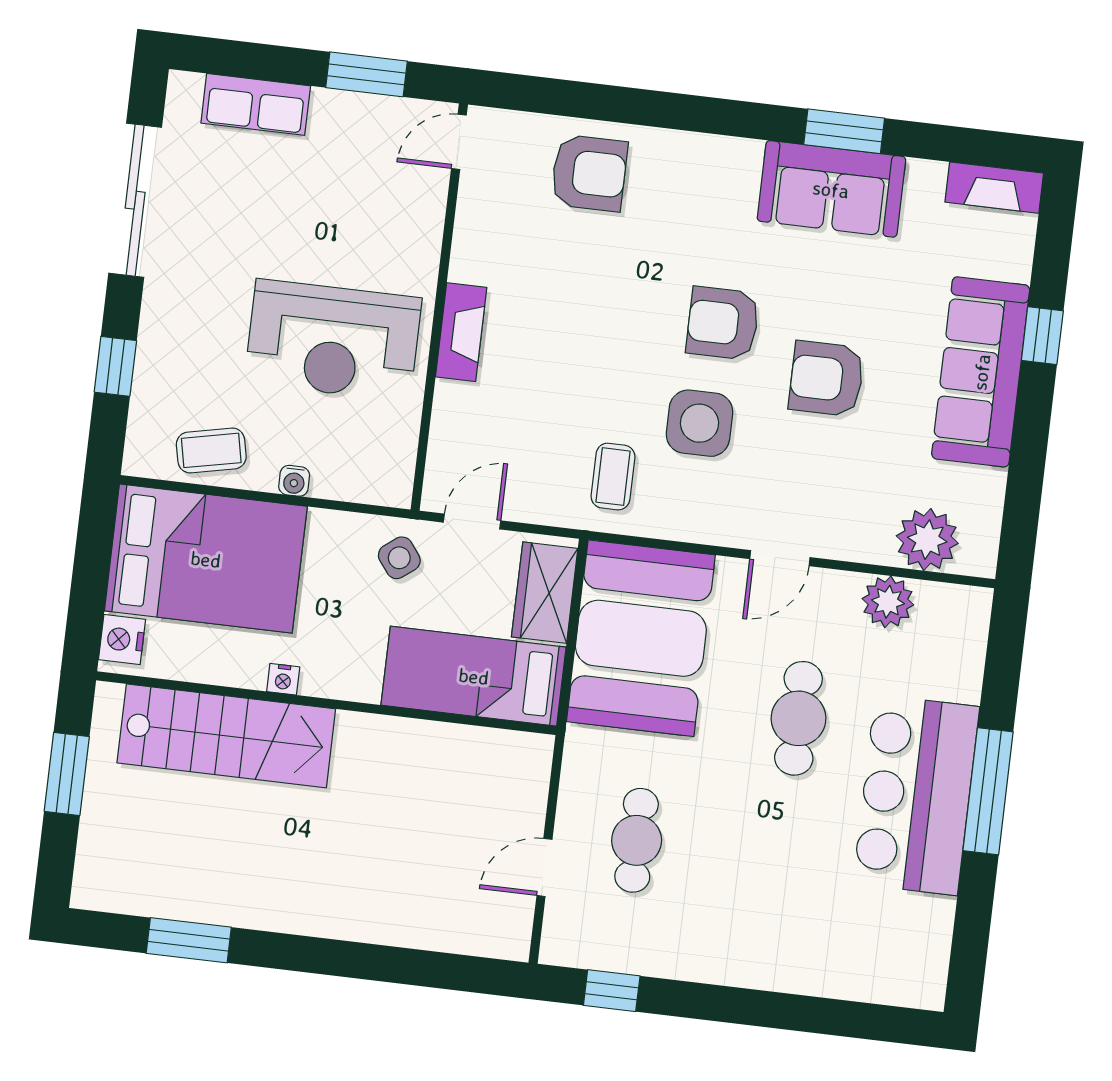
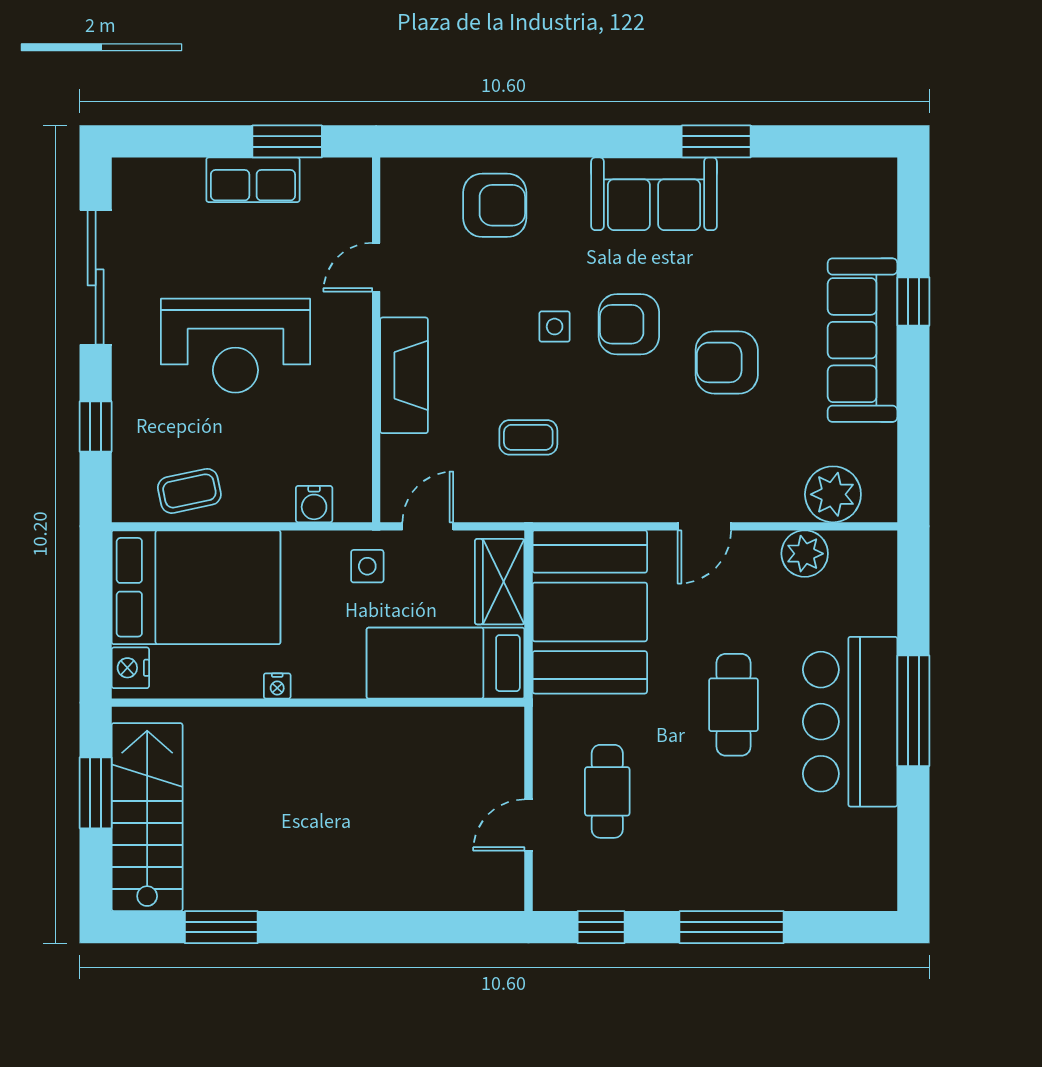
row of seats: (256, 104) -> (253, 180), moved
door: (459, 142) -> (376, 267), moved
fireplace: (994, 188) -> (855, 175), removed
sofa: (831, 189) -> (654, 194), moved
fireplace: (461, 332) -> (404, 375), width x1.37, depth x1.32
reception desk: (333, 340) -> (235, 346), moved
side table: (699, 423) -> (555, 327), moved, width x0.54, depth x0.54
coffee table: (613, 477) -> (528, 437), moved, turned 90
water cooler: (294, 481) -> (314, 504), moved, width x1.38, depth x1.38
side table: (399, 558) -> (367, 566), turned 37
cafe table: (798, 718) -> (734, 705), moved
stairs: (226, 736) -> (147, 817), moved, turned -90
window: (757, 1008) -> (732, 927), added

